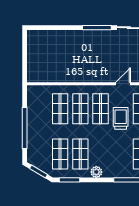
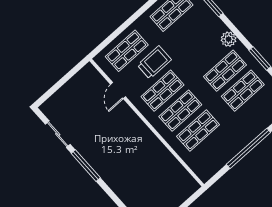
door: (123, 84) -> (118, 91), hinge flipped
trolley: (121, 118) -> (154, 62), turned 180

